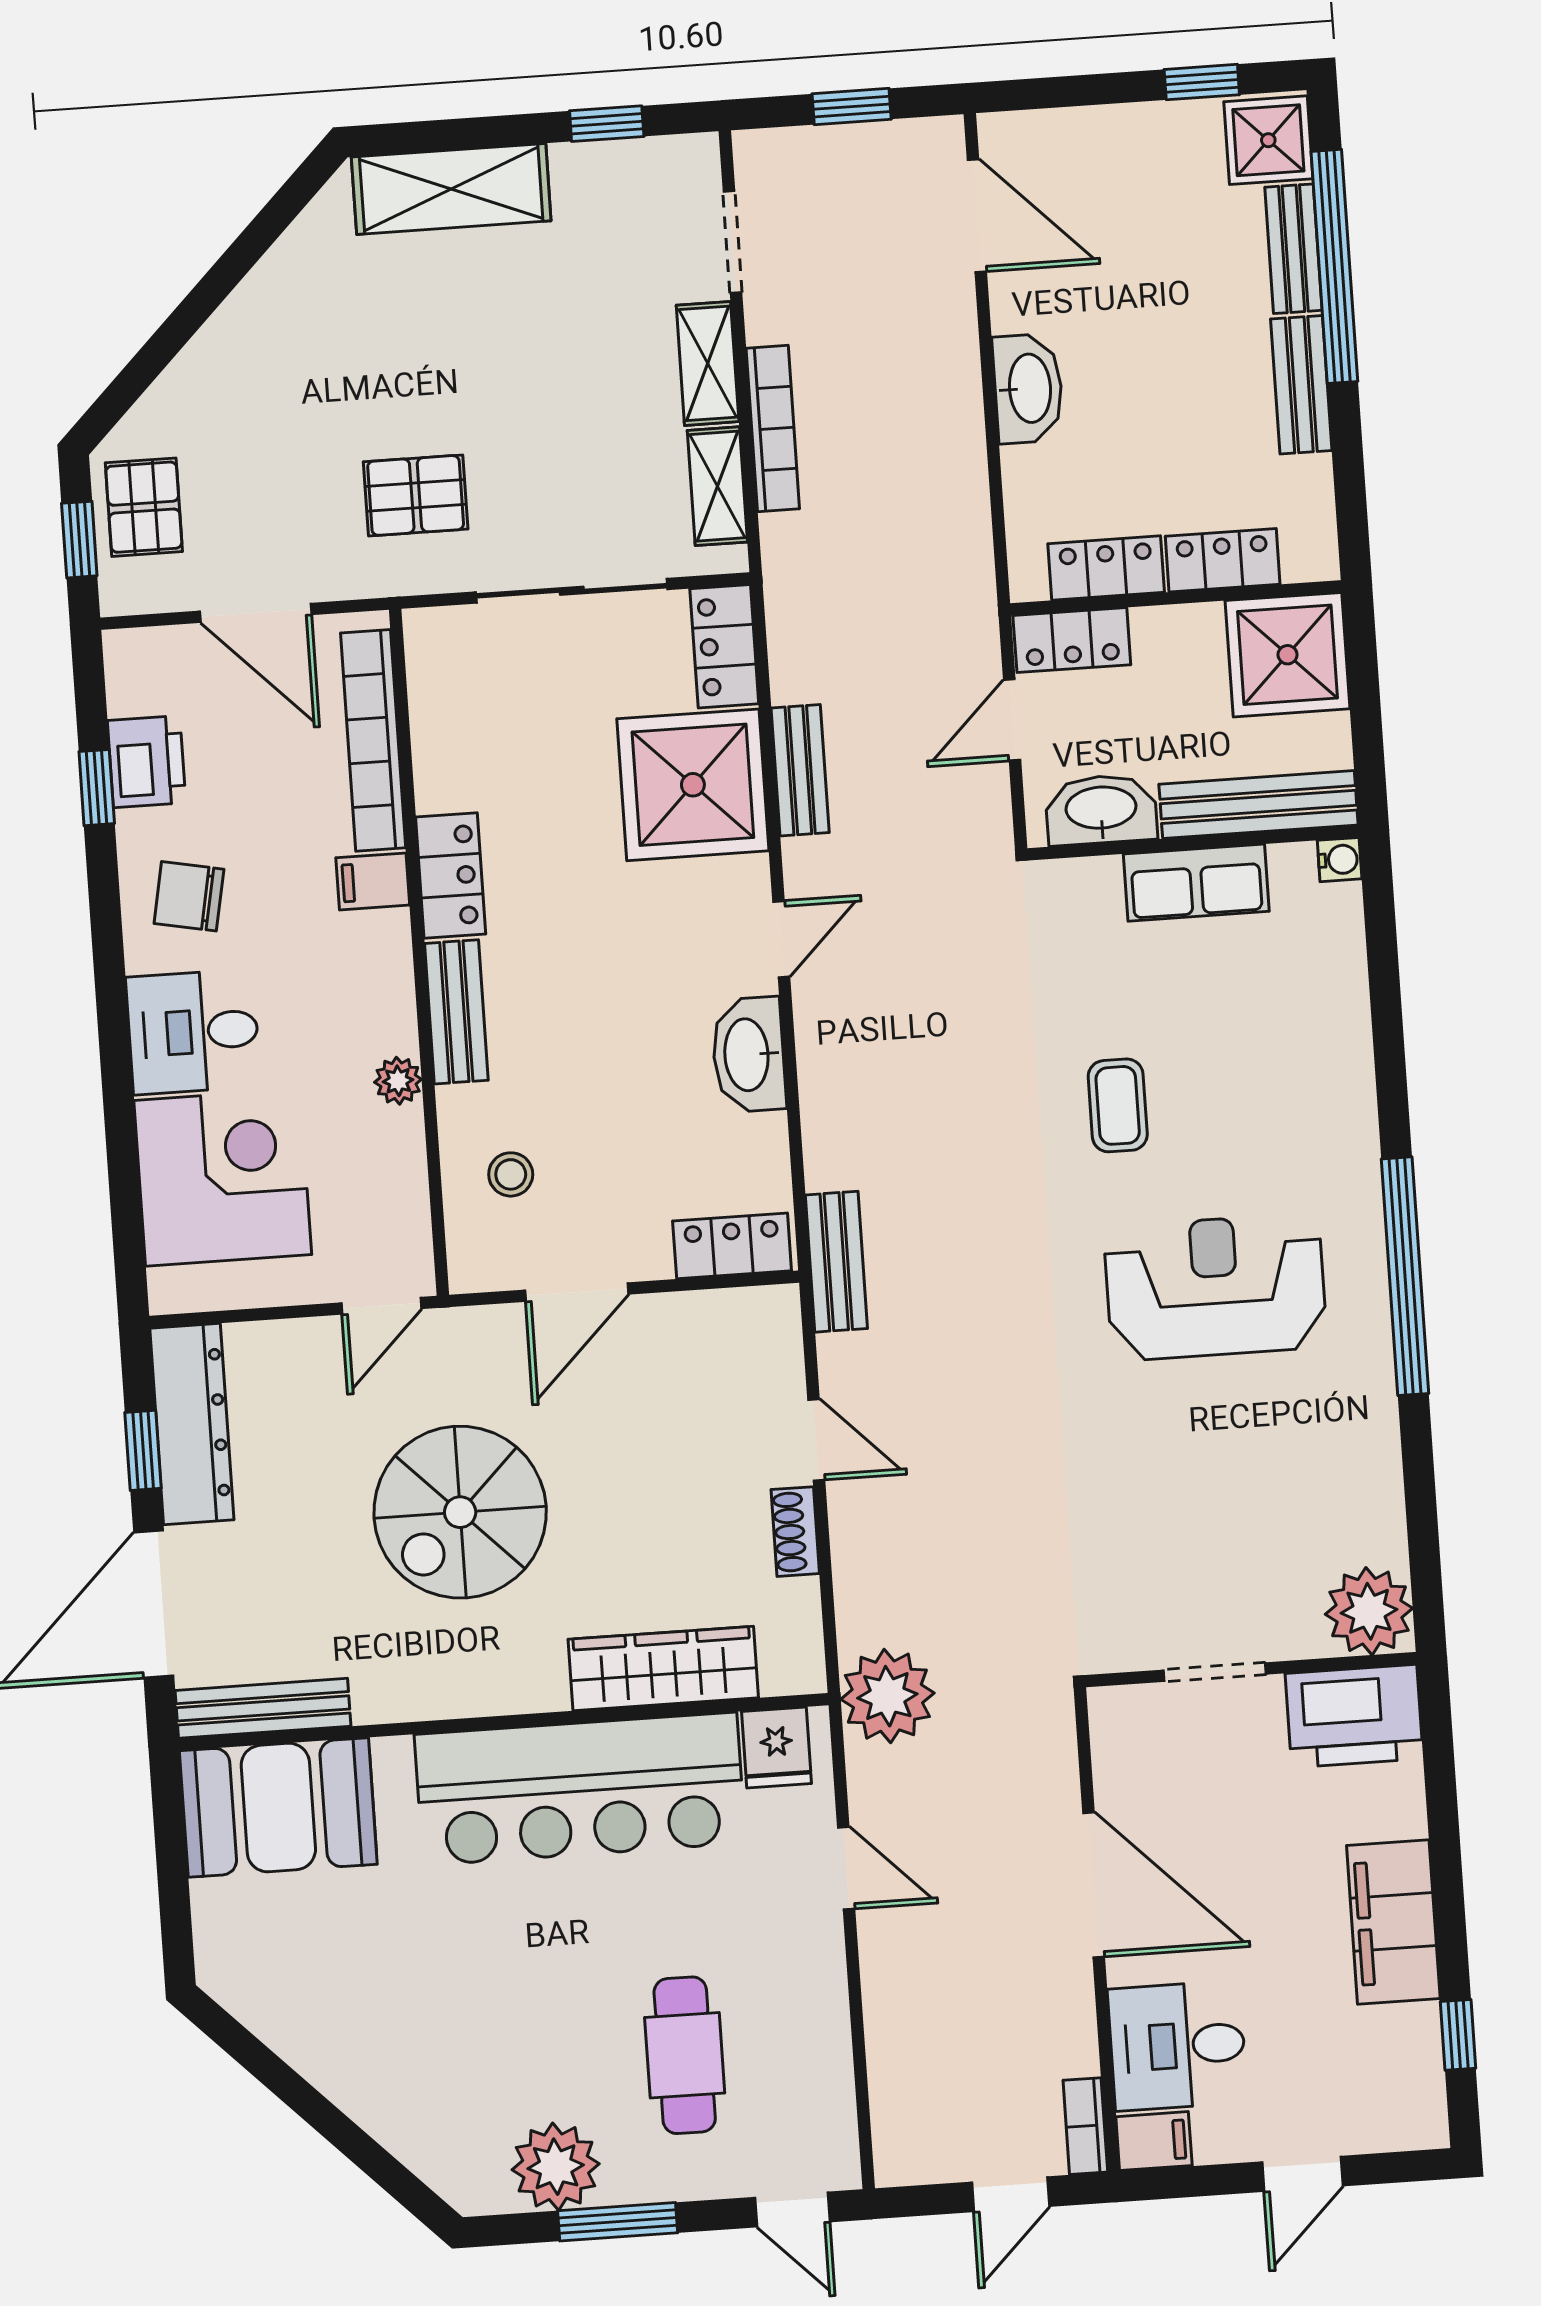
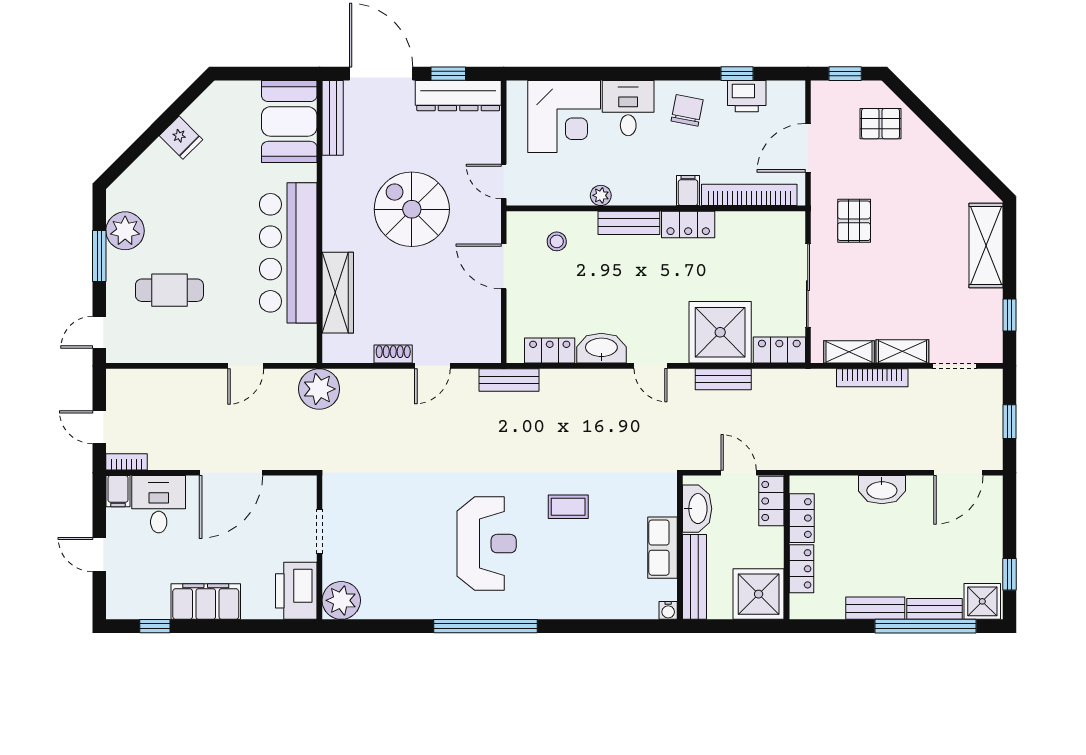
pallet: (144, 507) -> (881, 124), moved
locker: (732, 1246) -> (550, 351), moved, turned -90
fridge: (777, 1748) -> (181, 138), moved, turned -135

